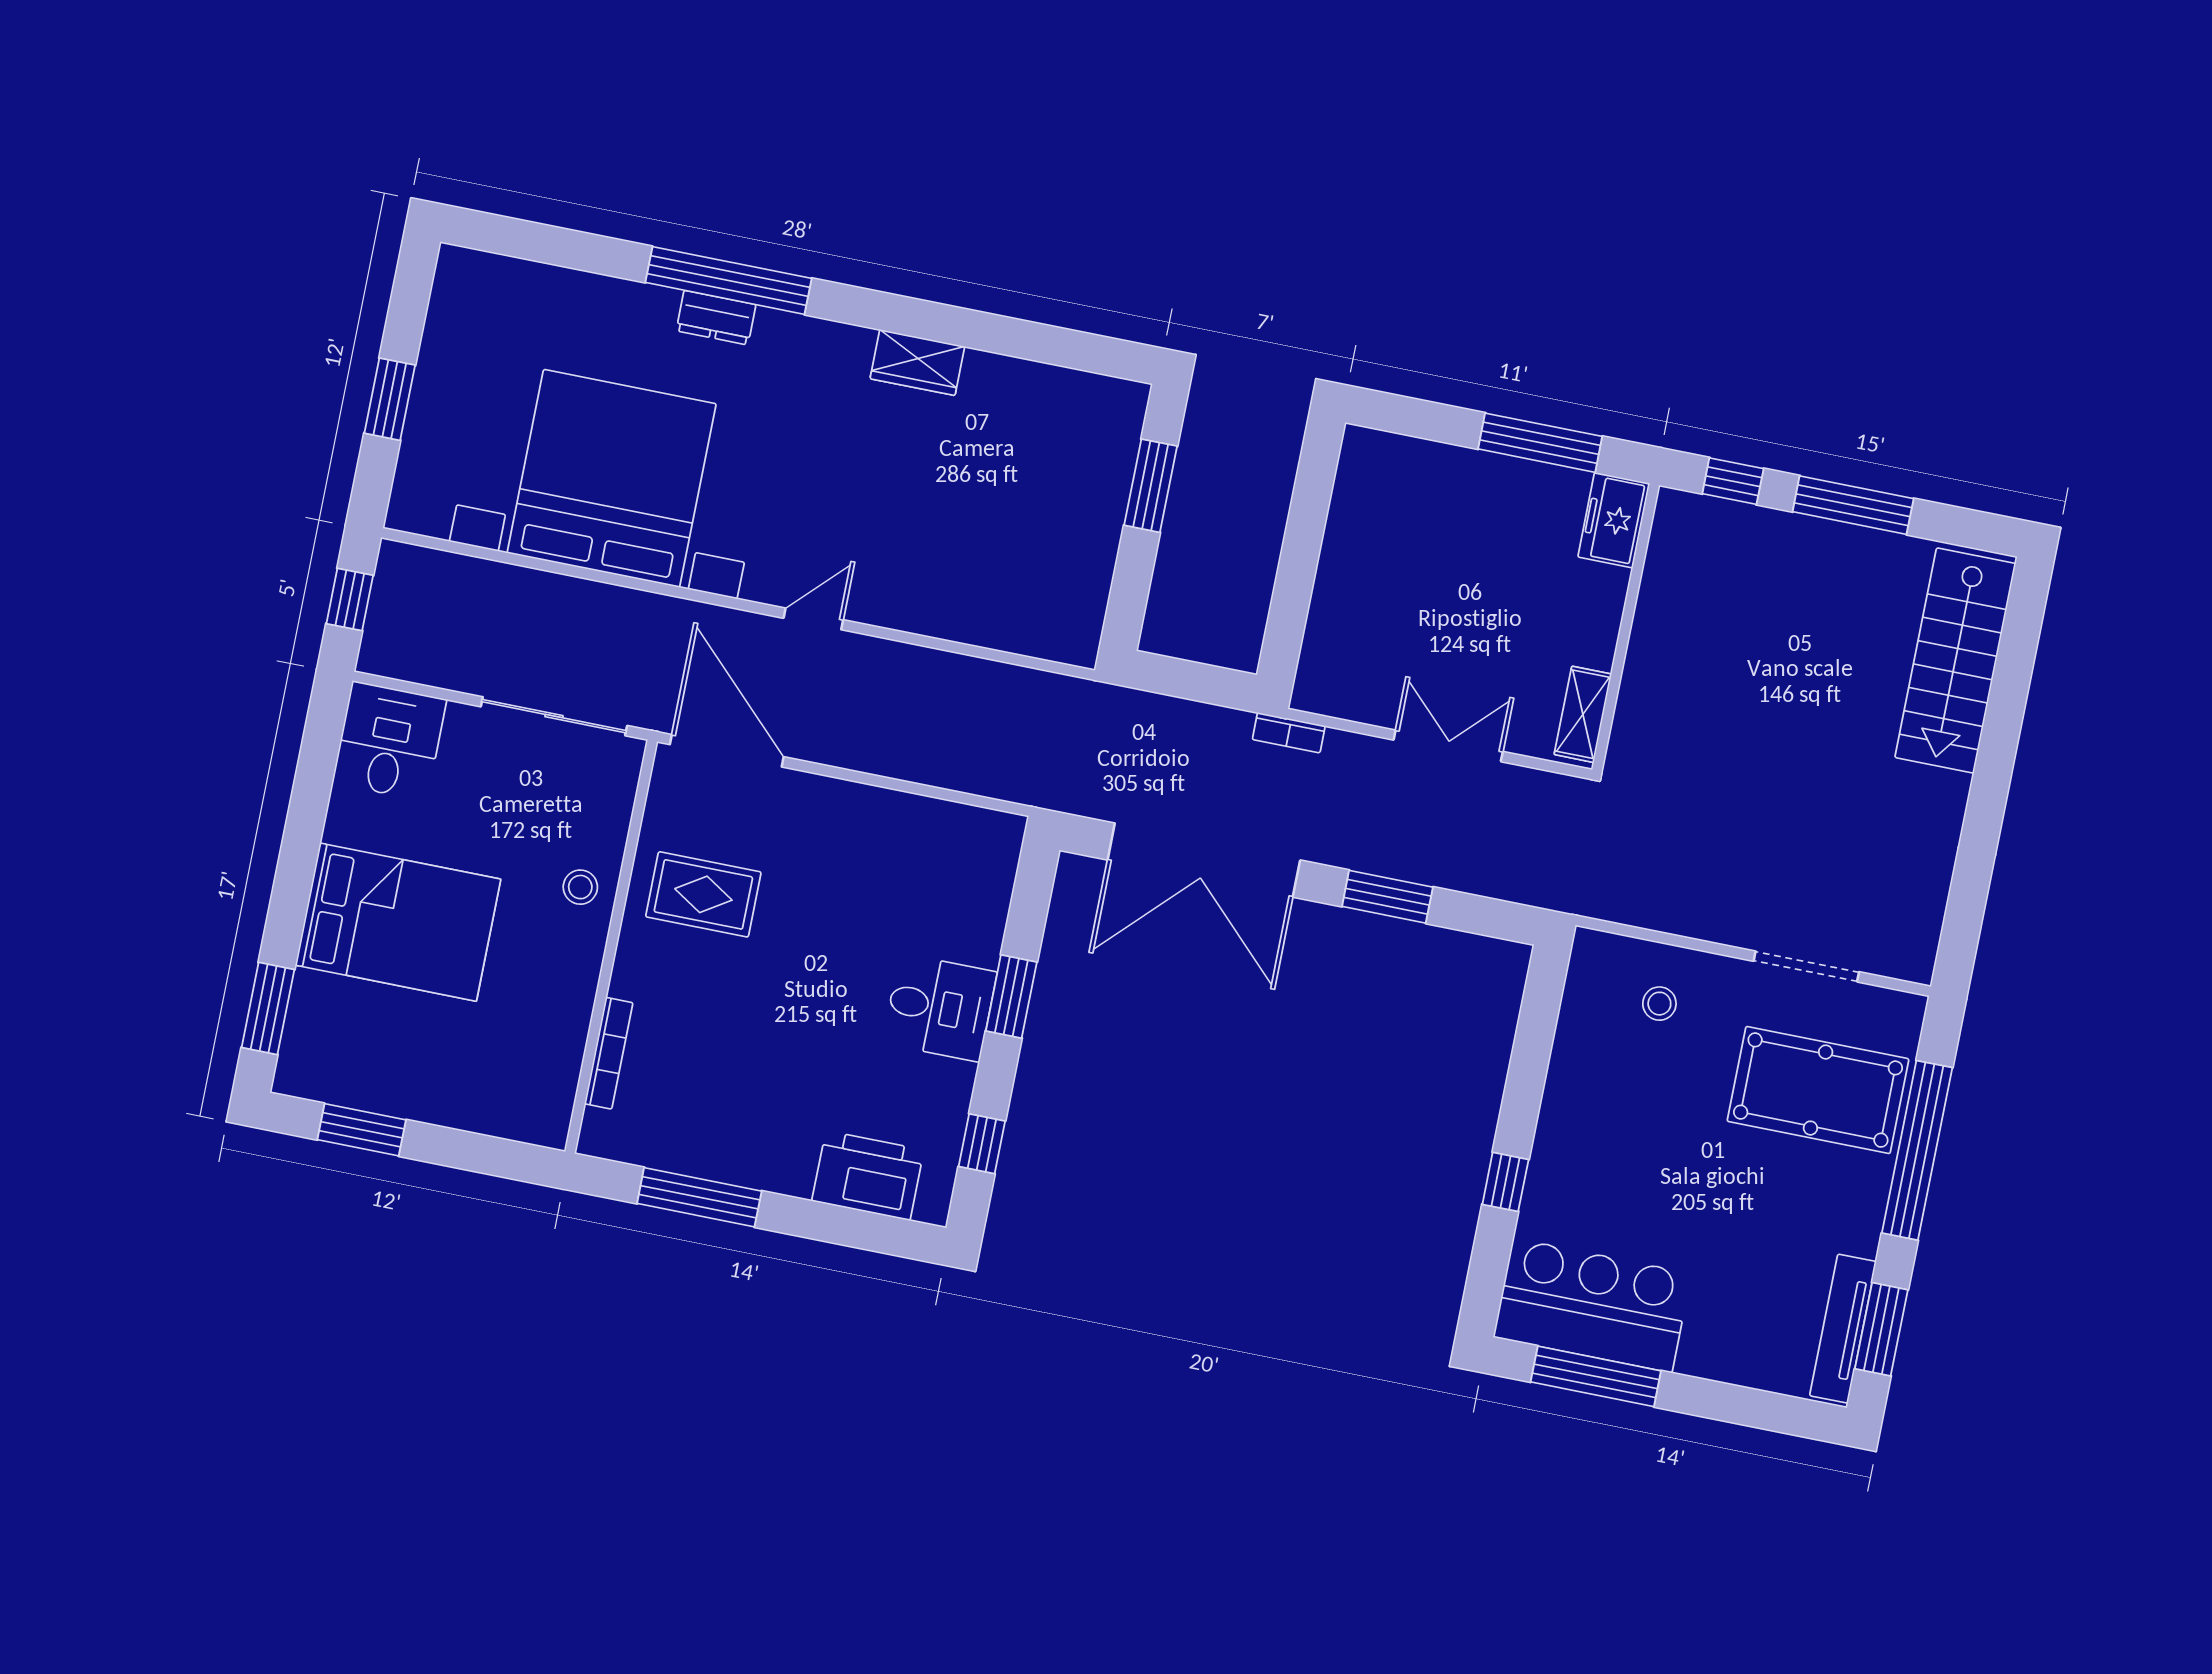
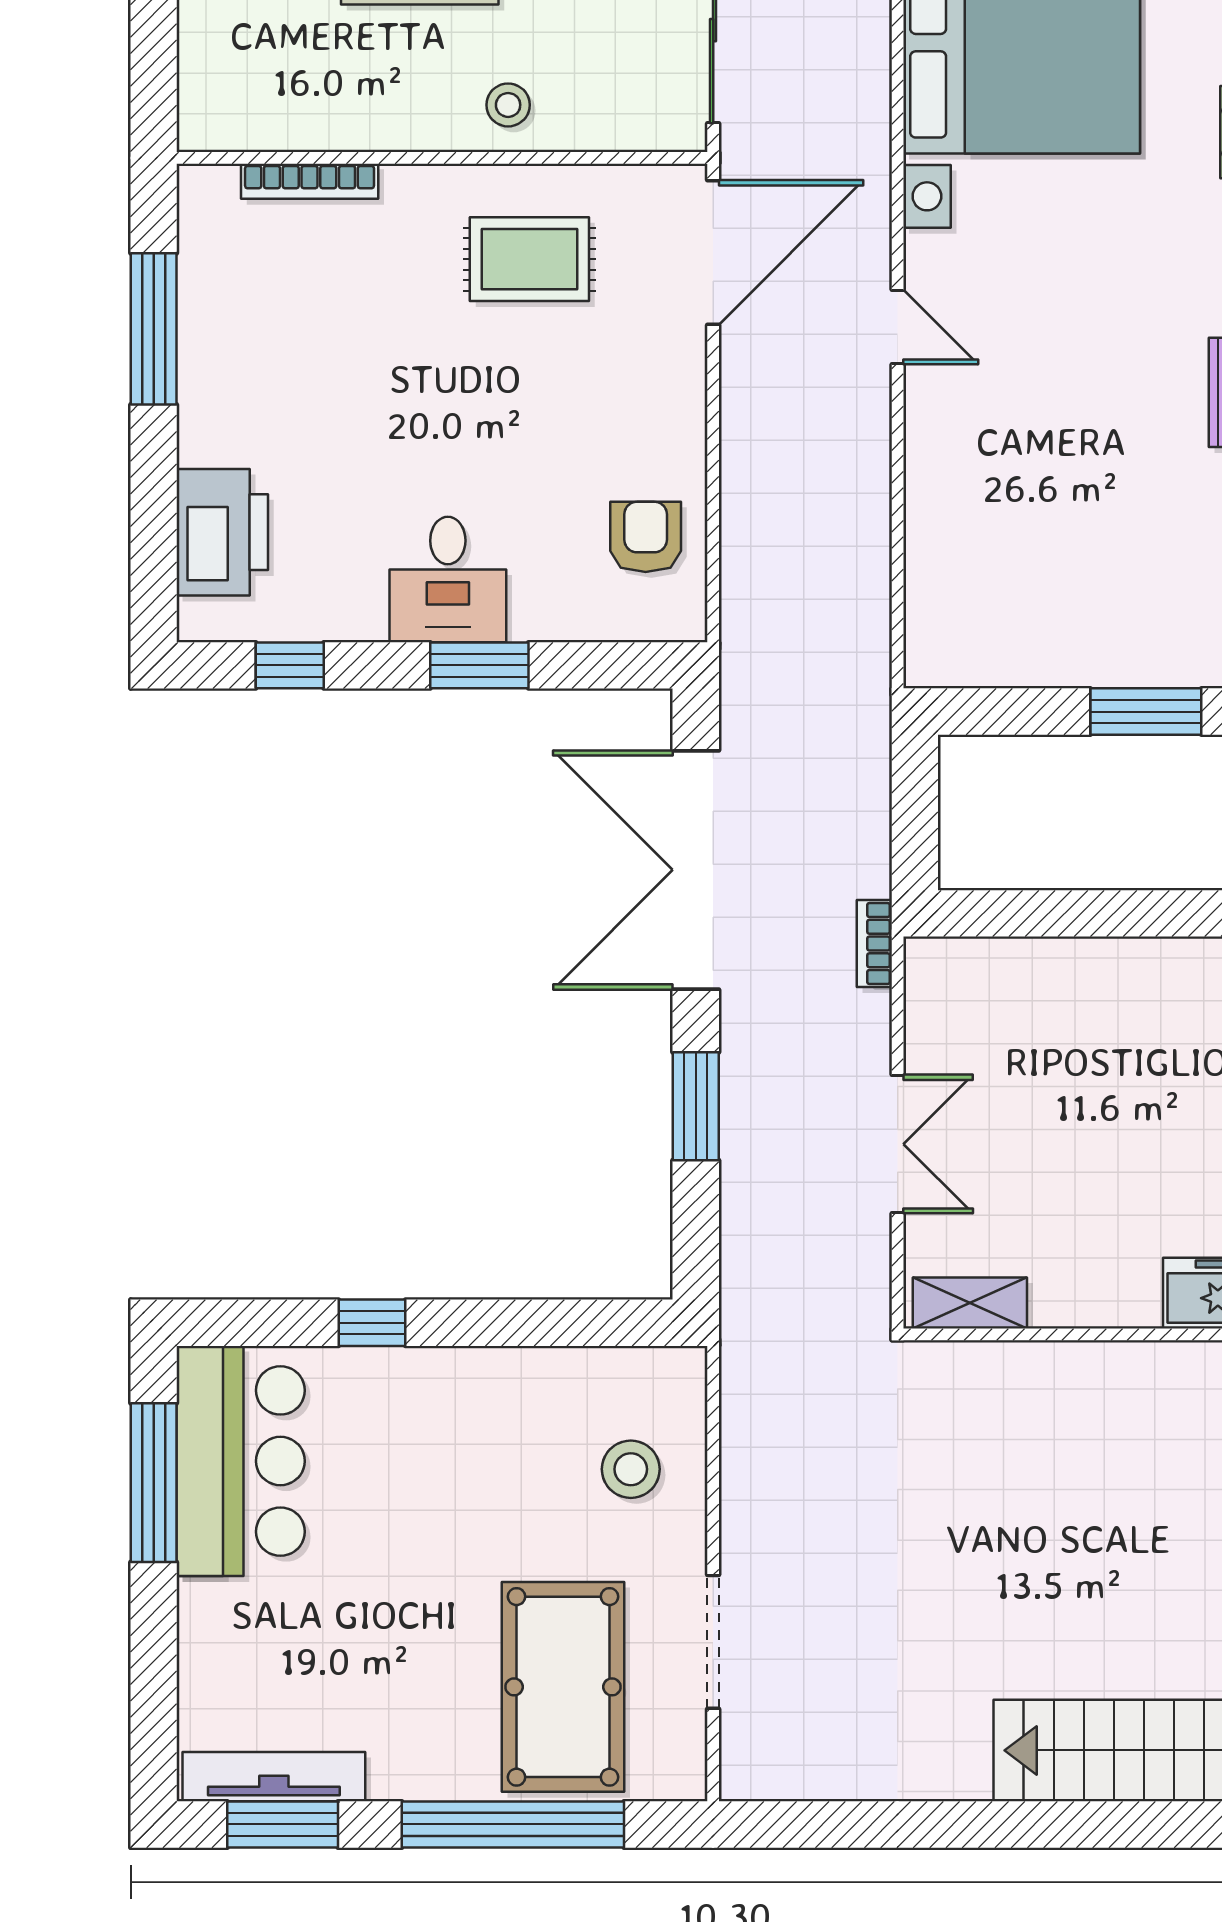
armchair: (937, 847) -> (646, 537), added
rug: (703, 894) -> (529, 259), turned 90
stool: (1659, 1004) -> (631, 1469), width x1.37, depth x1.37

